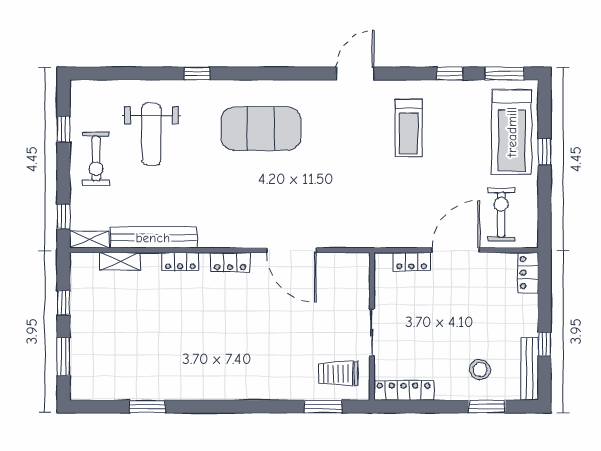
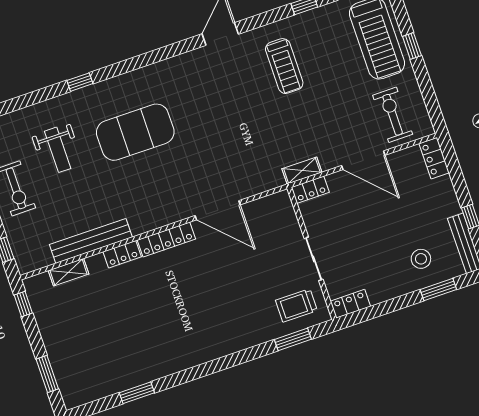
exercise mat: (261, 129) -> (135, 132), moved
weight bench: (151, 134) -> (58, 150), width x0.73, depth x0.75
shelving: (89, 239) -> (302, 171), moved
door: (456, 250) -> (363, 160), swing flipped
locker: (230, 262) -> (166, 240), width x1.53
locker: (412, 262) -> (310, 190), moved
window: (63, 303) -> (23, 304), moved
locker: (404, 391) -> (350, 304), width x0.66

